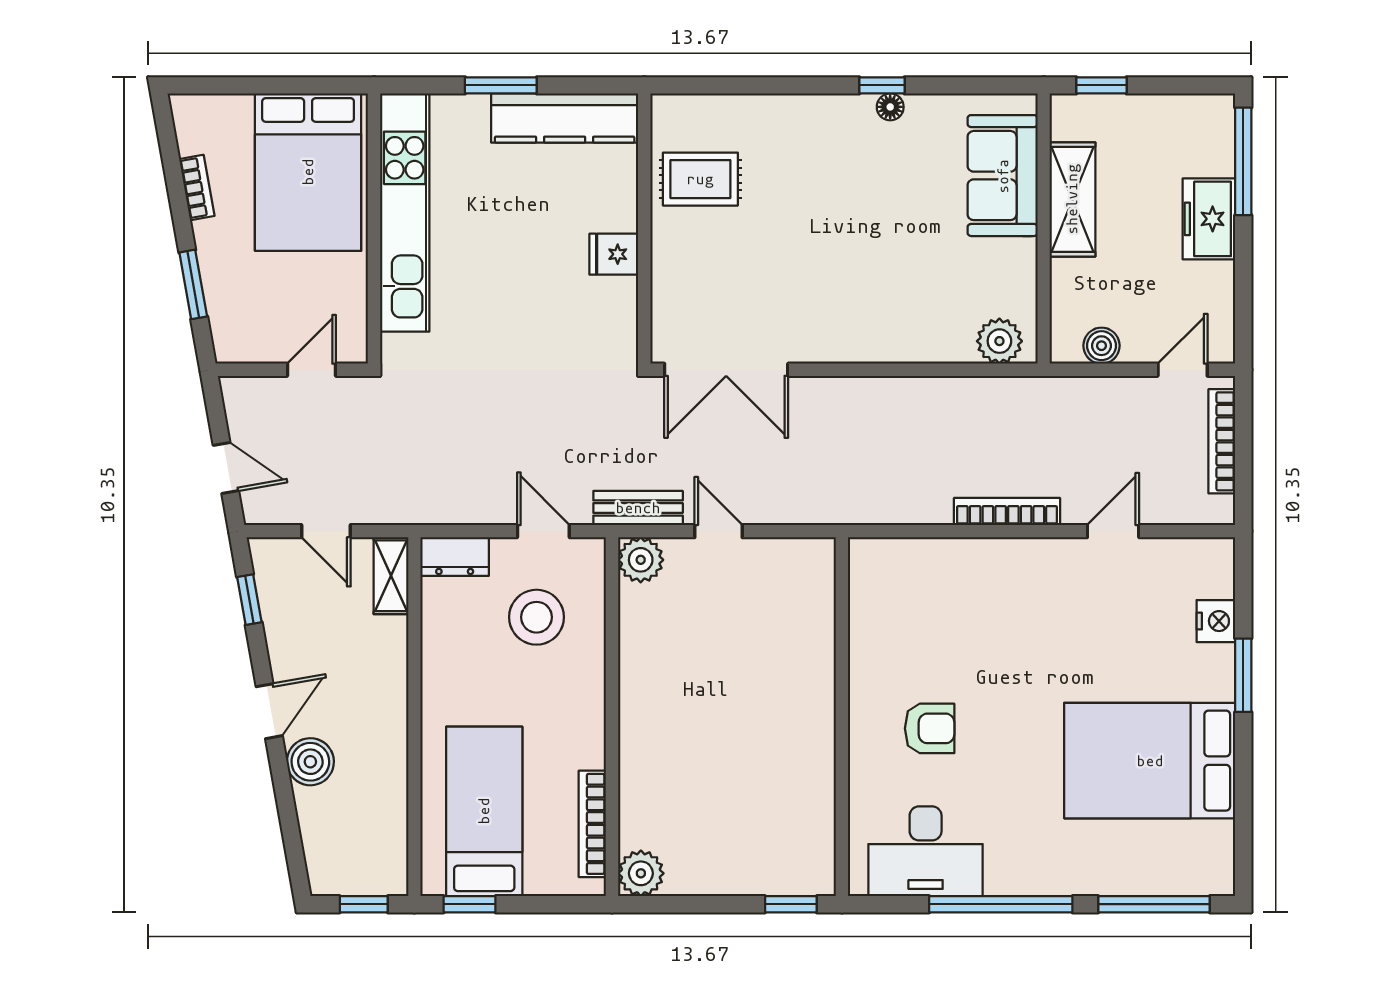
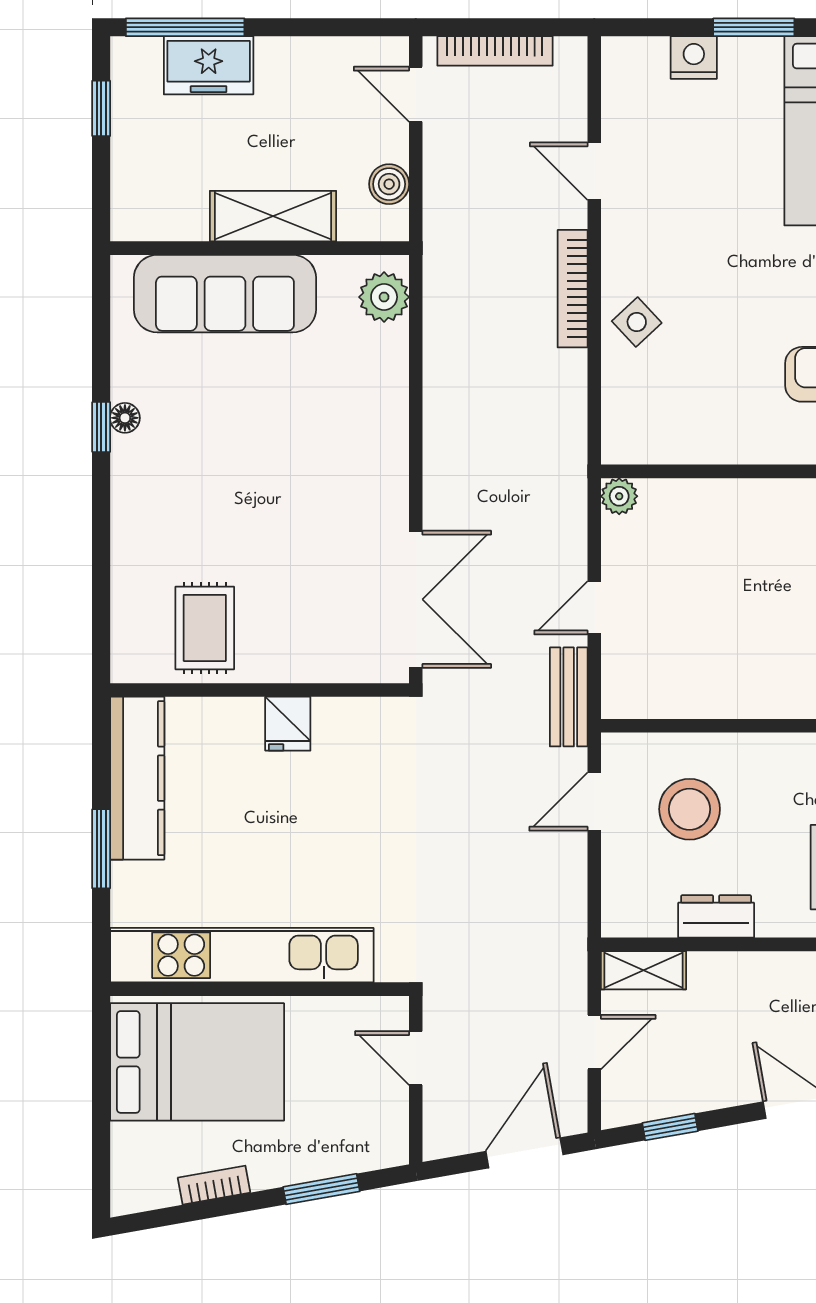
window: (1101, 85) -> (101, 108), moved
sofa: (1003, 176) -> (225, 294), width x1.36
shelving: (1072, 199) -> (273, 216), moved
freezer: (1209, 219) -> (209, 65), moved
door: (226, 468) -> (524, 1153), width x1.38
dresser: (455, 556) -> (716, 916), moved, turned -90
plant: (641, 560) -> (619, 496), moved, width x0.73, depth x0.73
side table: (977, 569) -> (637, 322), added

